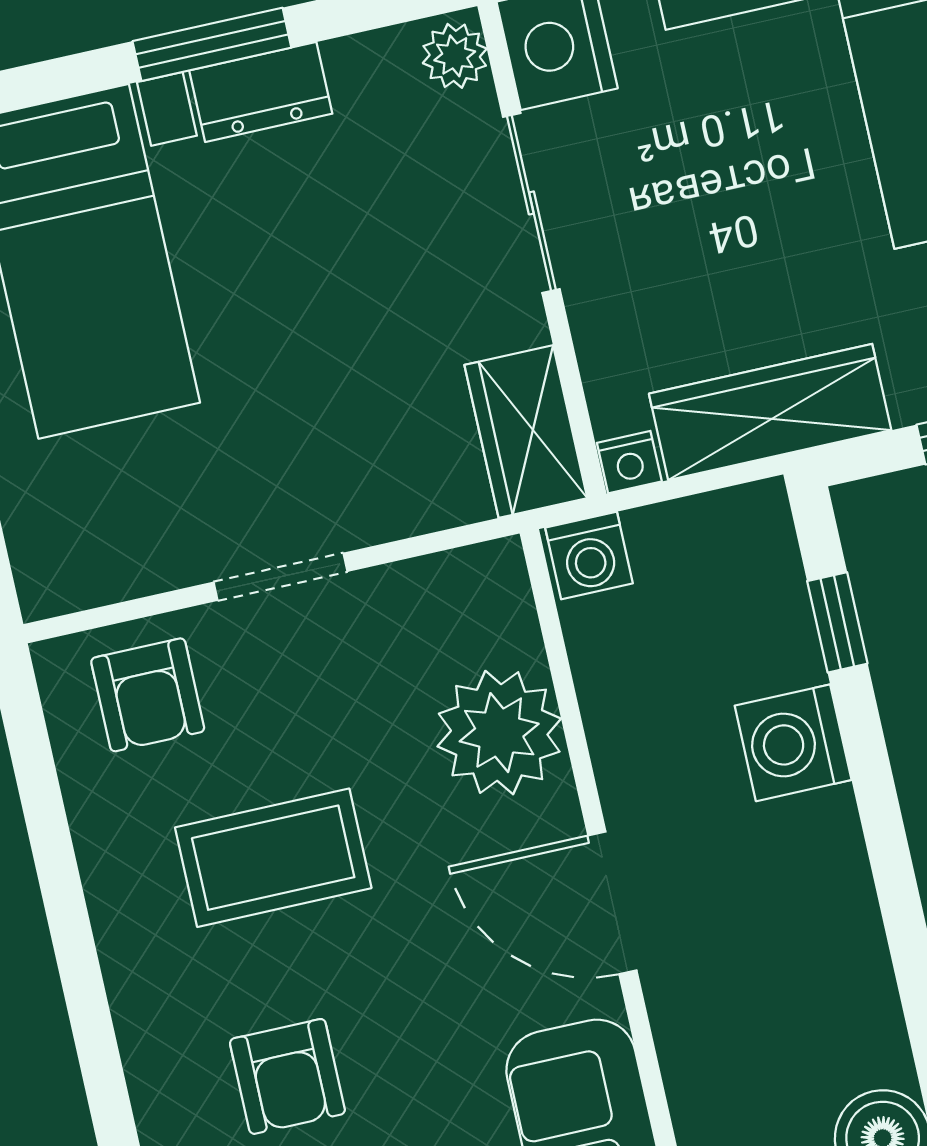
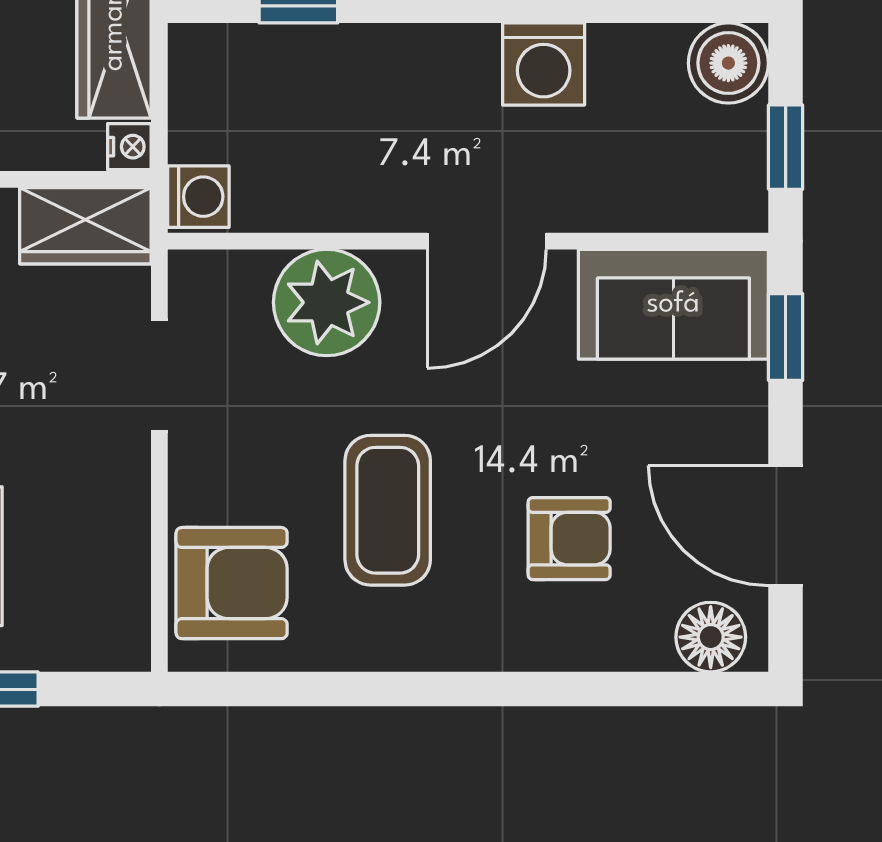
doorway: (281, 577) -> (159, 376), moved
armchair: (148, 695) -> (232, 583), width x1.38, depth x1.38
washing machine: (793, 743) -> (544, 64), moved

